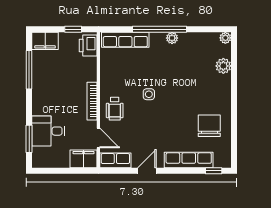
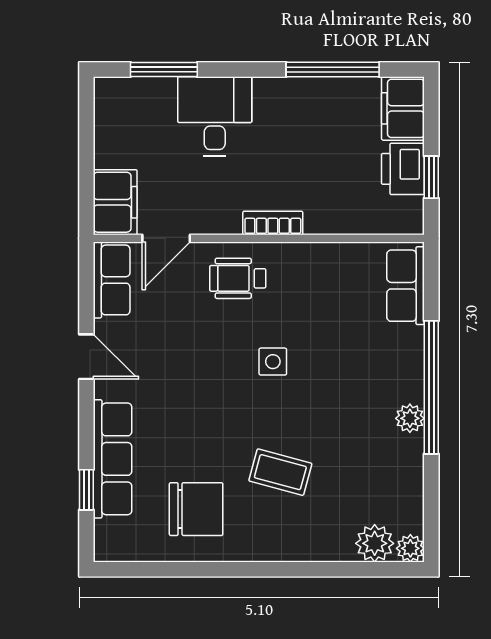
row of seats: (125, 40) -> (406, 286), width x0.68
printer: (88, 46) -> (403, 169), moved, turned -90
plant: (223, 66) -> (375, 543), moved
coffee table: (194, 91) -> (280, 472), added
bookcase: (92, 101) -> (273, 223), width x0.64
desk: (48, 131) -> (215, 116), moved
window: (214, 171) -> (86, 490), moved

